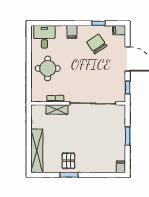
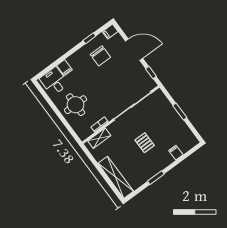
filing cabinet: (72, 32) -> (64, 68), moved
chair: (97, 44) -> (100, 56), turned -146
shelving: (57, 109) -> (99, 138), moved
pallet: (68, 161) -> (145, 143), moved
filing cabinet: (121, 167) -> (176, 153), moved

